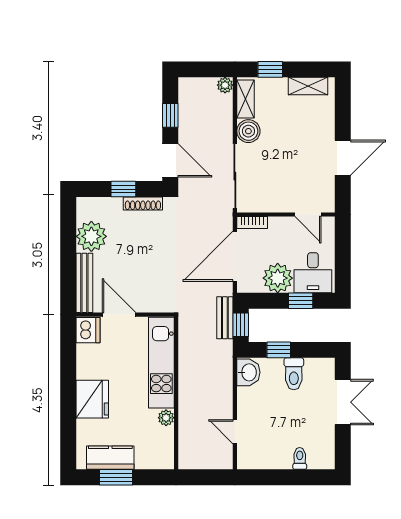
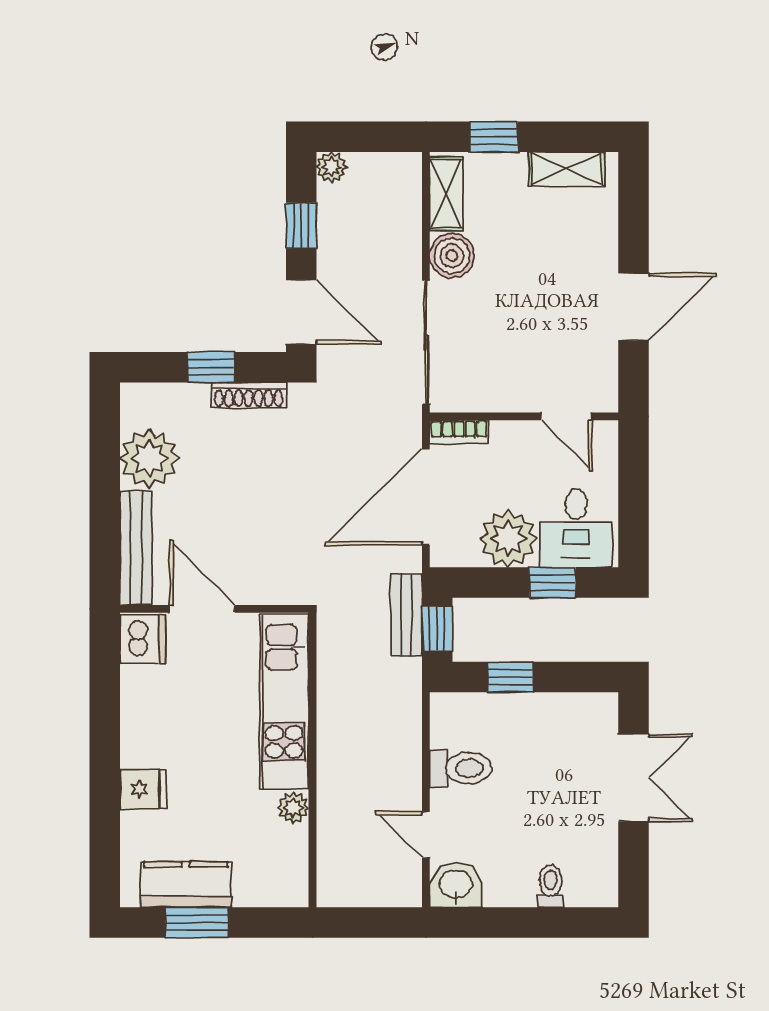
plant: (225, 85) -> (332, 167), moved
washbasin: (248, 372) -> (456, 885), moved, turned -90
toilet: (294, 374) -> (461, 768), moved, turned -90
fridge: (92, 399) -> (143, 789), width x0.53, depth x0.75

